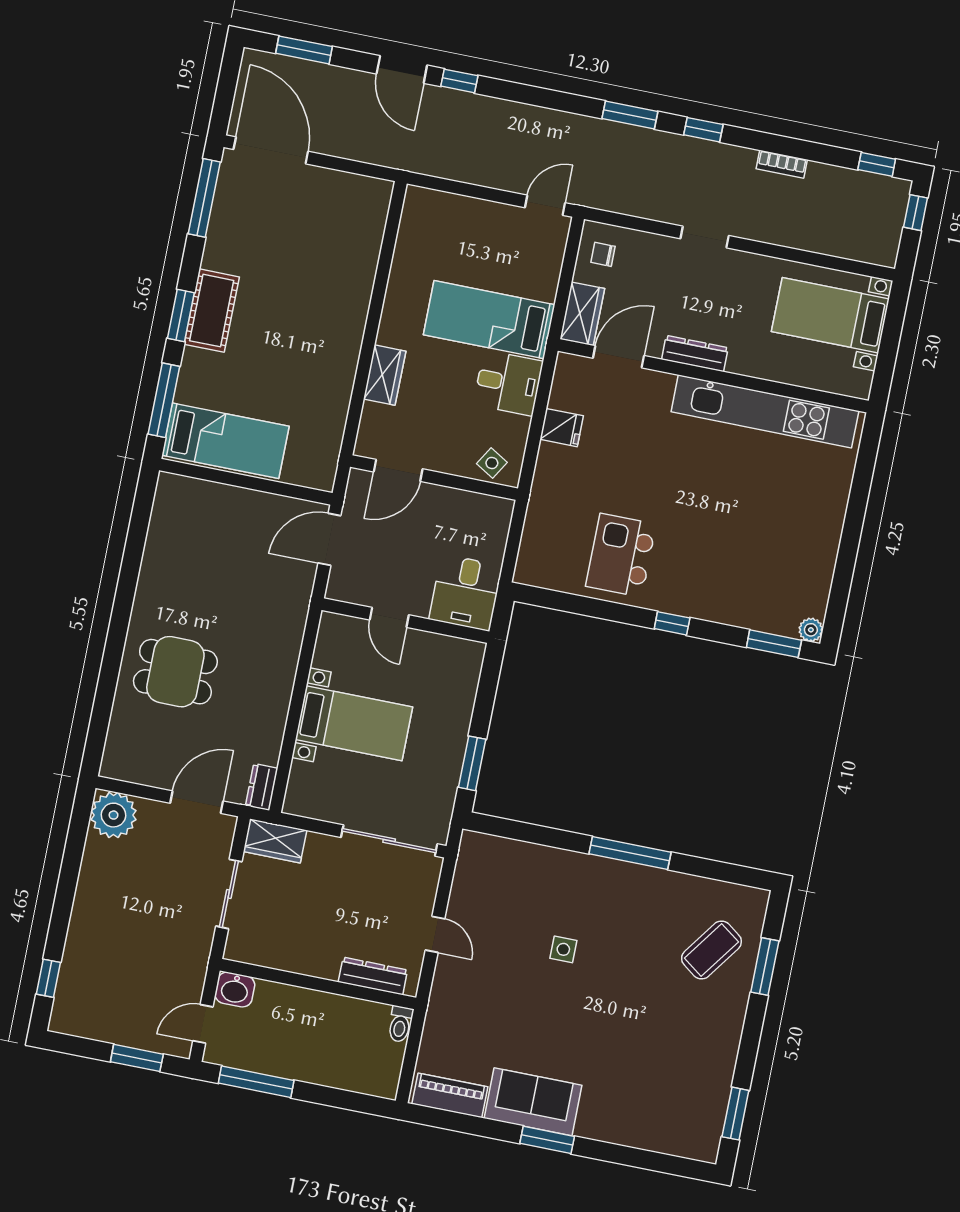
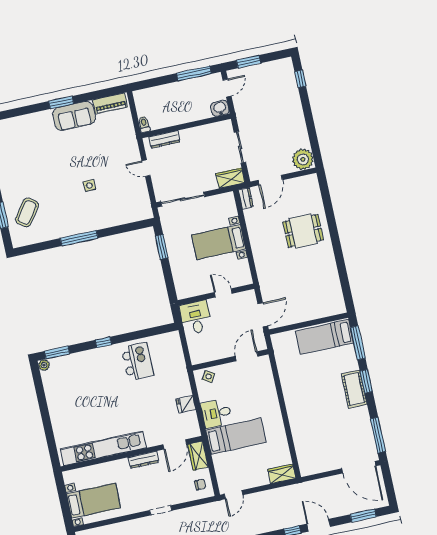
wardrobe: (385, 375) -> (282, 474), moved, turned 90

